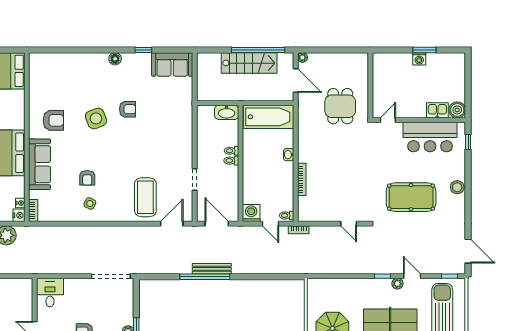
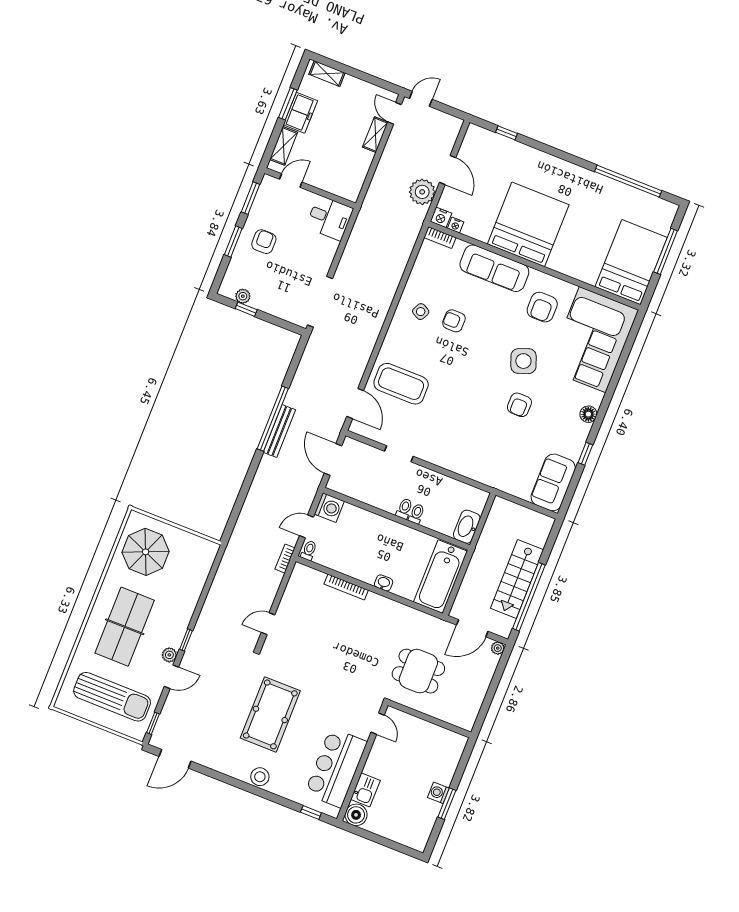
corner sofa: (62, 76) -> (593, 340), added
door: (217, 224) -> (333, 459), swing flipped

